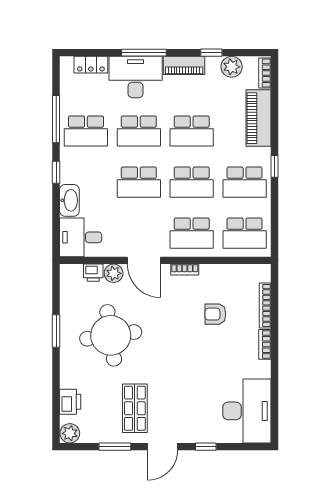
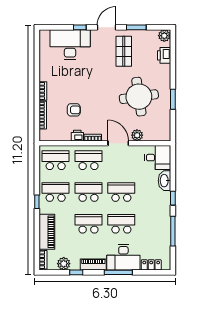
school desk: (86, 131) -> (154, 224), removed
printer: (93, 273) -> (77, 136), moved
desk: (247, 411) -> (70, 45), moved, turned 90

